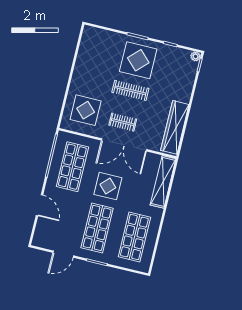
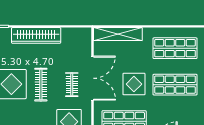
wardrobe: (175, 127) -> (36, 35), moved

